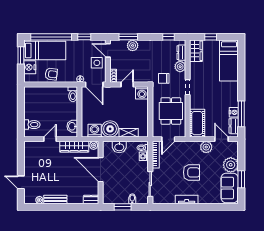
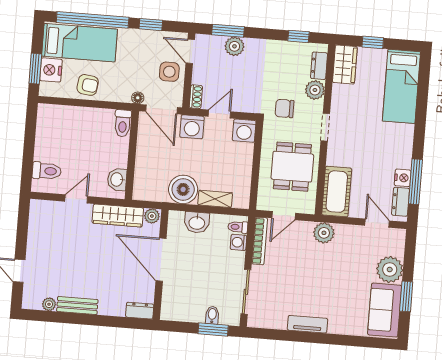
window: (21, 55) -> (35, 69), moved
washing machine: (95, 131) -> (192, 127), moved, turned 180
plant: (206, 147) -> (324, 233), moved
armchair: (191, 172) -> (320, 277), removed
window: (123, 207) -> (213, 330), moved

